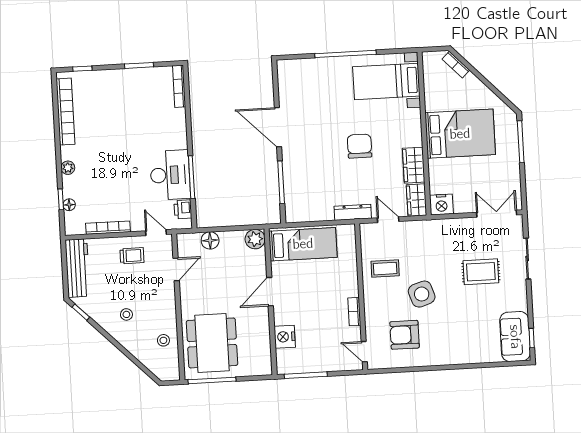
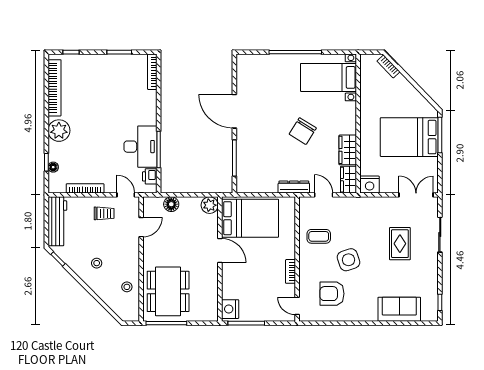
bed: (460, 134) -> (409, 137), moved, turned 180
chair: (360, 146) -> (303, 131), turned -148
plant: (68, 168) -> (59, 131), width x1.88, depth x1.88
bed: (303, 244) -> (250, 218), width x1.50
rug: (481, 272) -> (400, 244), turned 90
door: (270, 292) -> (220, 251), swing flipped
nightstand: (285, 337) -> (230, 309), moved
sofa: (515, 337) -> (399, 309), moved, turned 90

